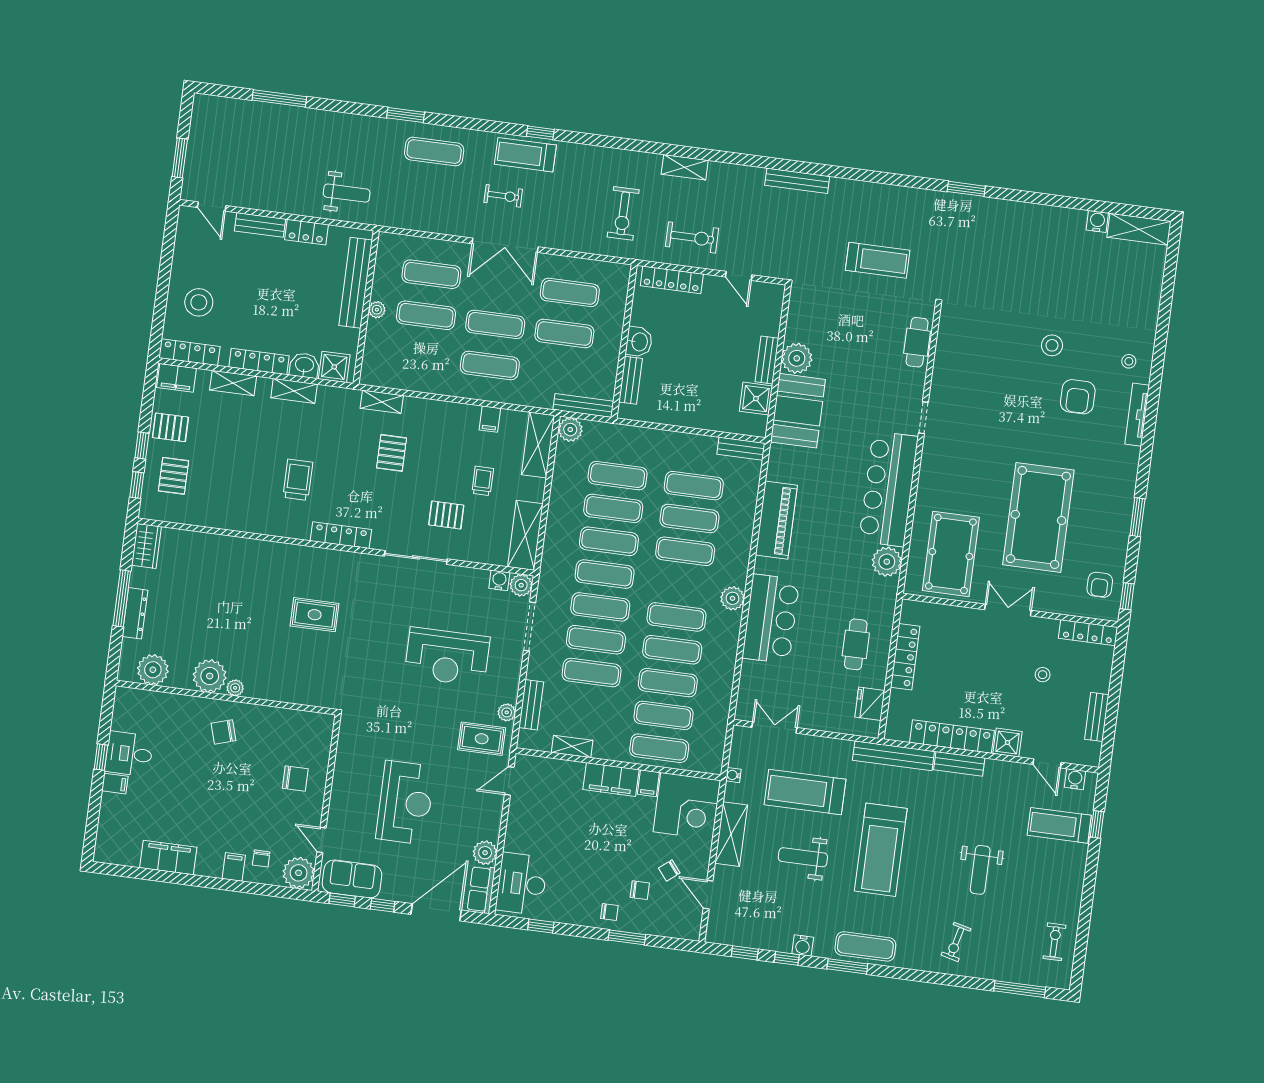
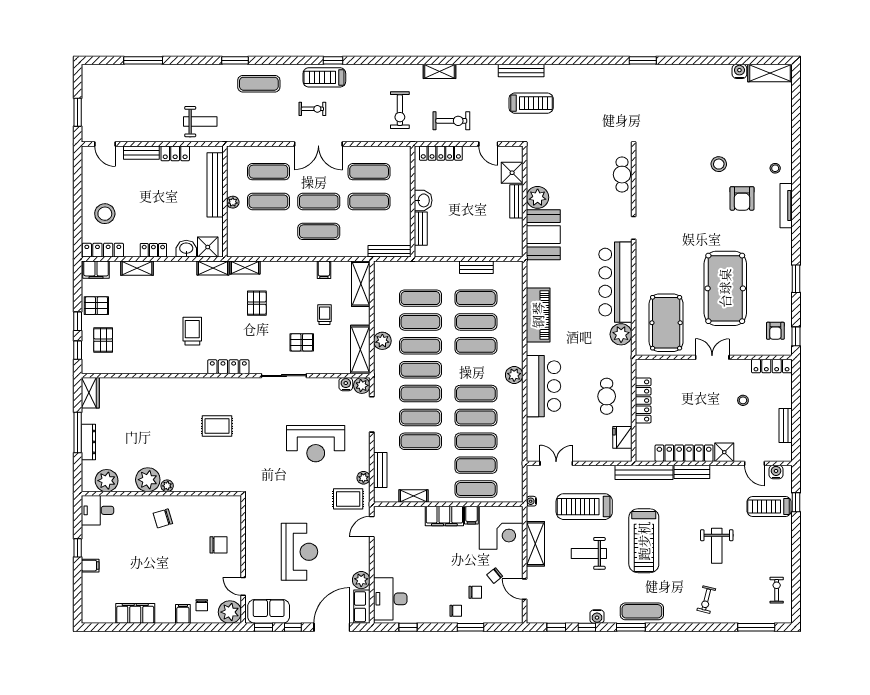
treadmill: (878, 260) -> (531, 103), moved
locker: (259, 361) -> (153, 250), width x0.66
shelving: (294, 391) -> (213, 268), moved
shower: (756, 399) -> (512, 173), moved
plant: (570, 430) -> (382, 341), moved
bench: (741, 449) -> (476, 267), moved
desk: (129, 754) -> (97, 510), moved

